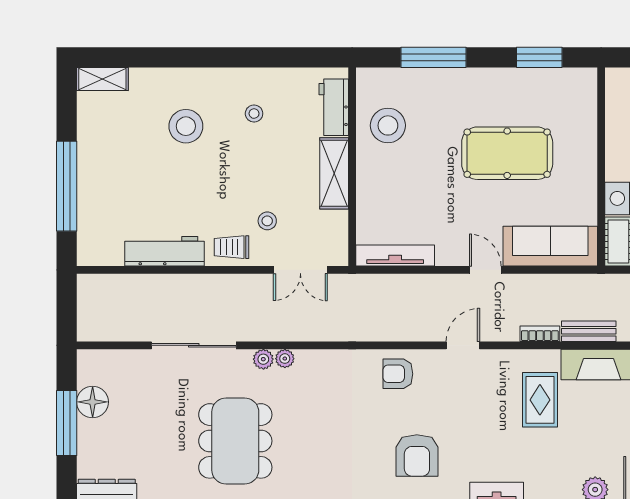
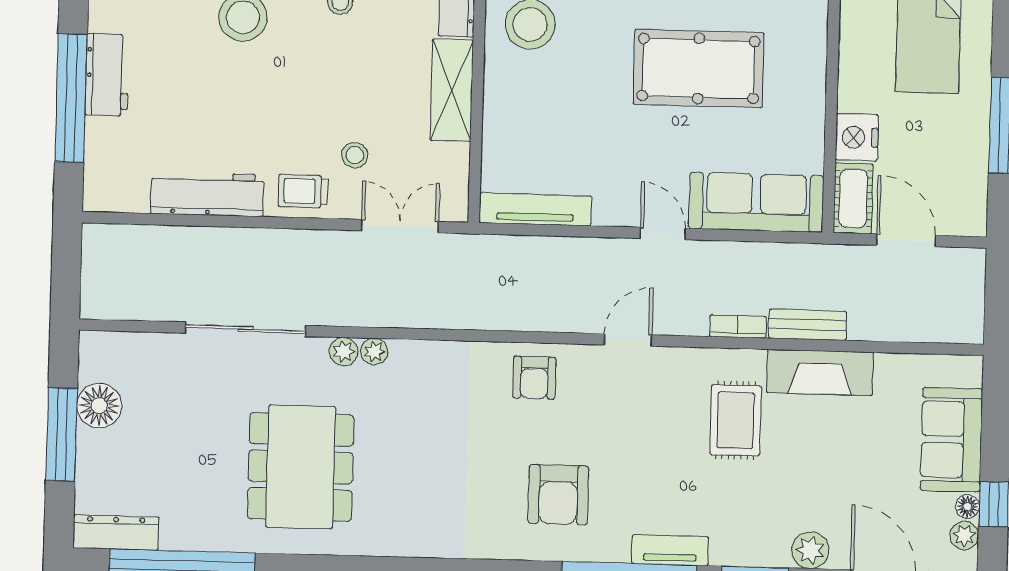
workbench: (92, 169) -> (107, 75), added
double door: (300, 270) -> (400, 226), swing flipped
armchair: (398, 374) -> (534, 378), turned -90

